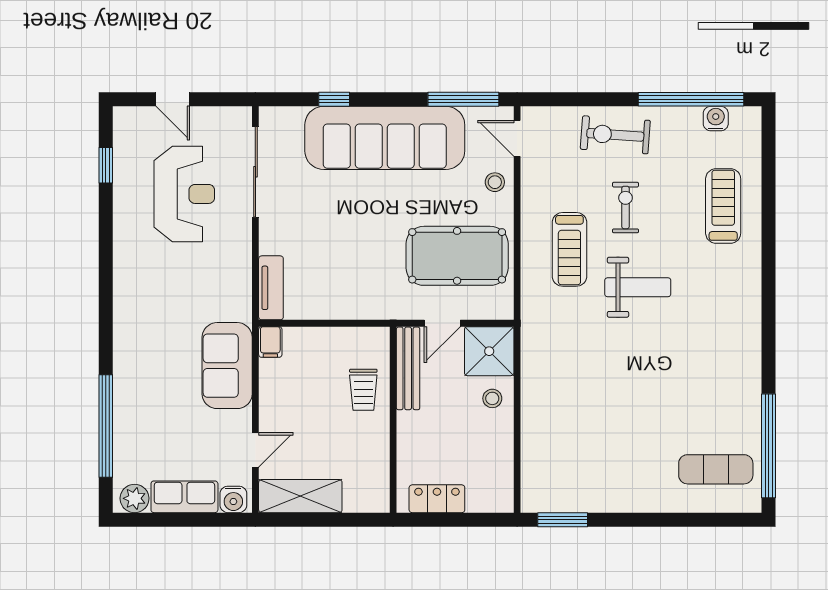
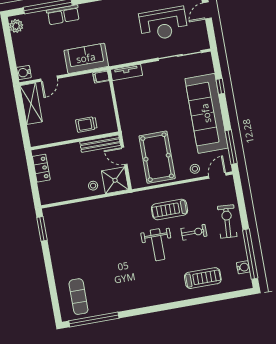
door: (255, 450) -> (49, 79), hinge flipped
row of seats: (184, 497) -> (63, 15), moved, turned 90

